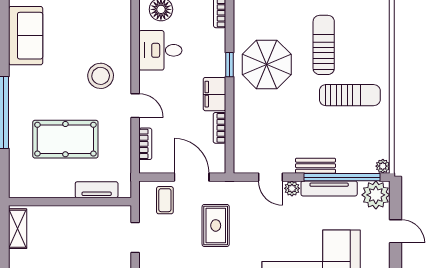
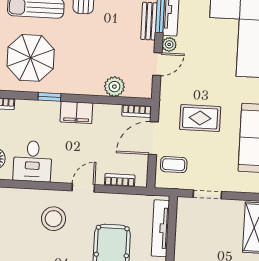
parasol: (267, 64) -> (31, 58), moved
bookcase: (220, 128) -> (137, 111), moved
plant: (244, 133) -> (114, 87), added
tv unit: (97, 190) -> (160, 228), width x1.41

